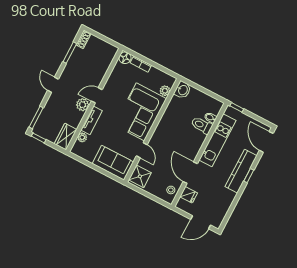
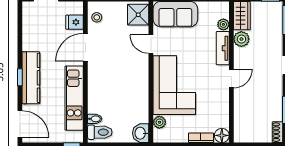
plant: (83, 105) -> (241, 39), moved
toilet: (202, 125) -> (100, 132), moved
door: (190, 173) -> (85, 47), swing flipped

